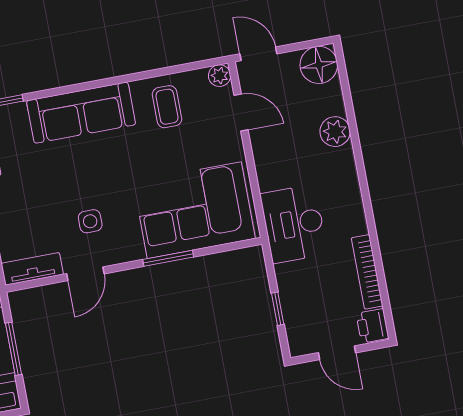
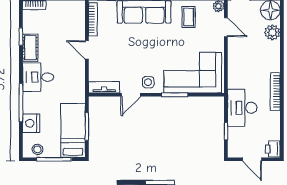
plant: (335, 132) -> (272, 32), moved
side table: (90, 221) -> (148, 82), moved
desk: (294, 224) -> (242, 108), moved
bookcase: (367, 272) -> (275, 92), moved

